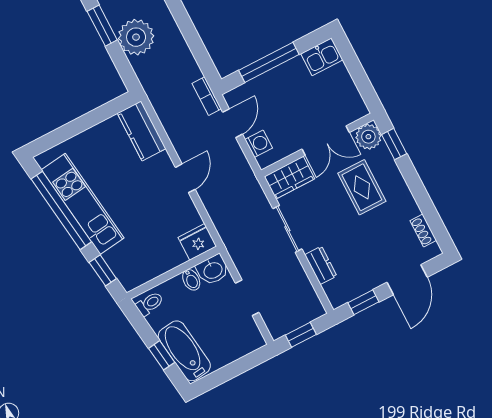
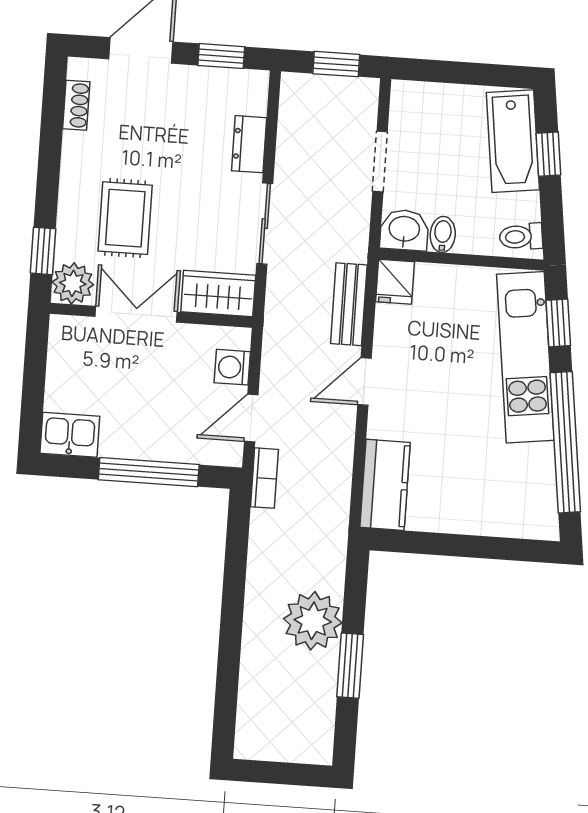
kitchen unit: (83, 204) -> (525, 357), moved
bench: (218, 214) -> (349, 304), added
fridge: (197, 242) -> (395, 282), width x0.72

